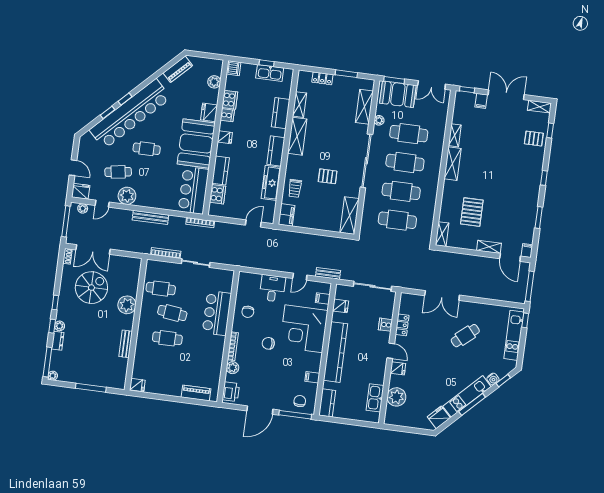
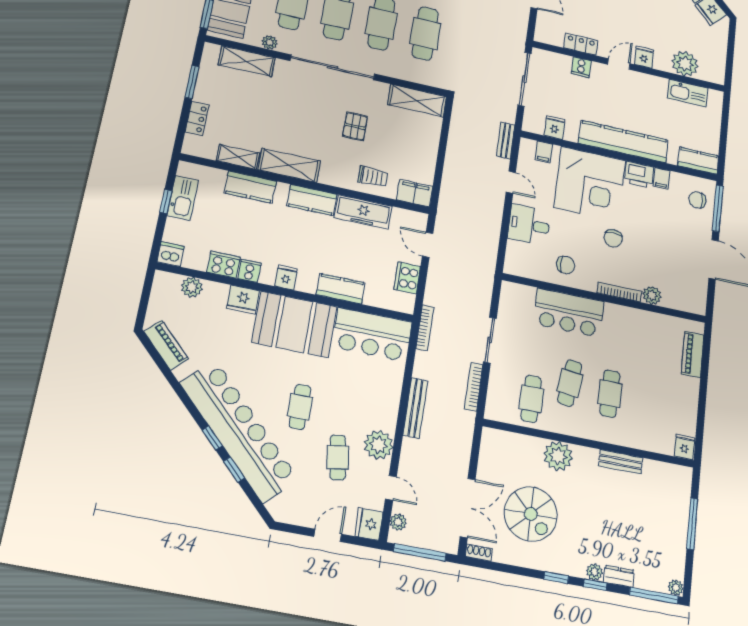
cooker: (218, 194) -> (407, 278), moved, turned -90
spiral stairs: (91, 288) -> (531, 514), turned 180
printer: (231, 392) -> (639, 175), moved, turned 180

